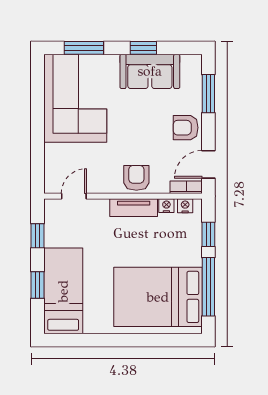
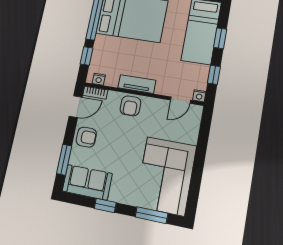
sofa: (150, 71) -> (87, 182), moved
nightstand: (166, 206) -> (199, 96), moved

